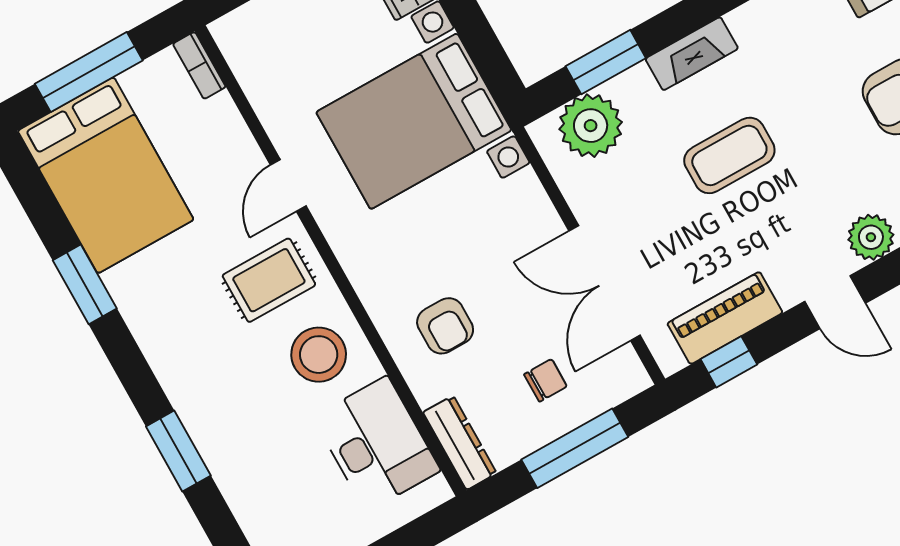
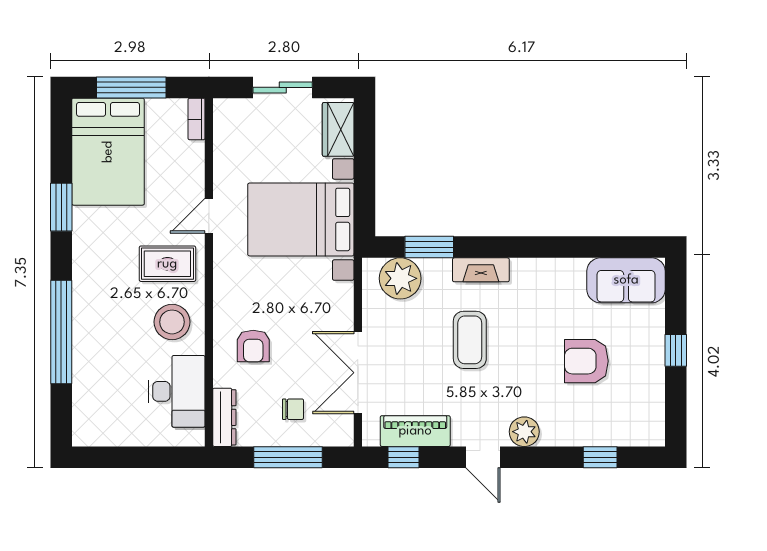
coffee table: (729, 155) -> (470, 340), turned 90
window: (178, 451) -> (61, 332), width x2.11

